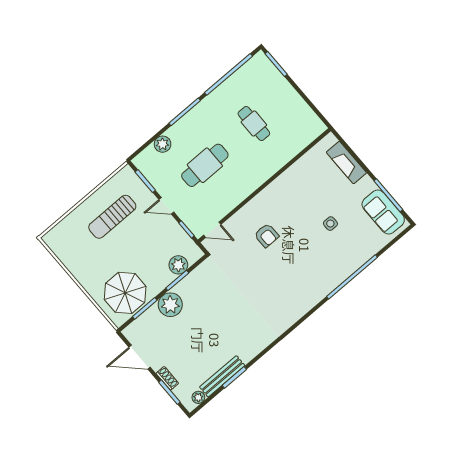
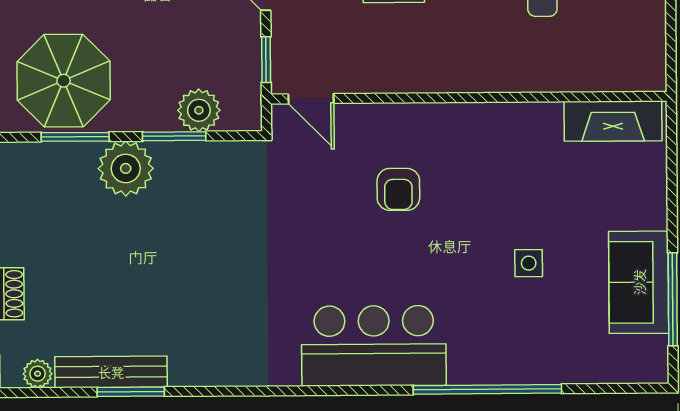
fireplace: (346, 163) -> (613, 121), moved, turned -90
sofa: (383, 212) -> (639, 282), moved
bar counter: (302, 294) -> (374, 346), added

